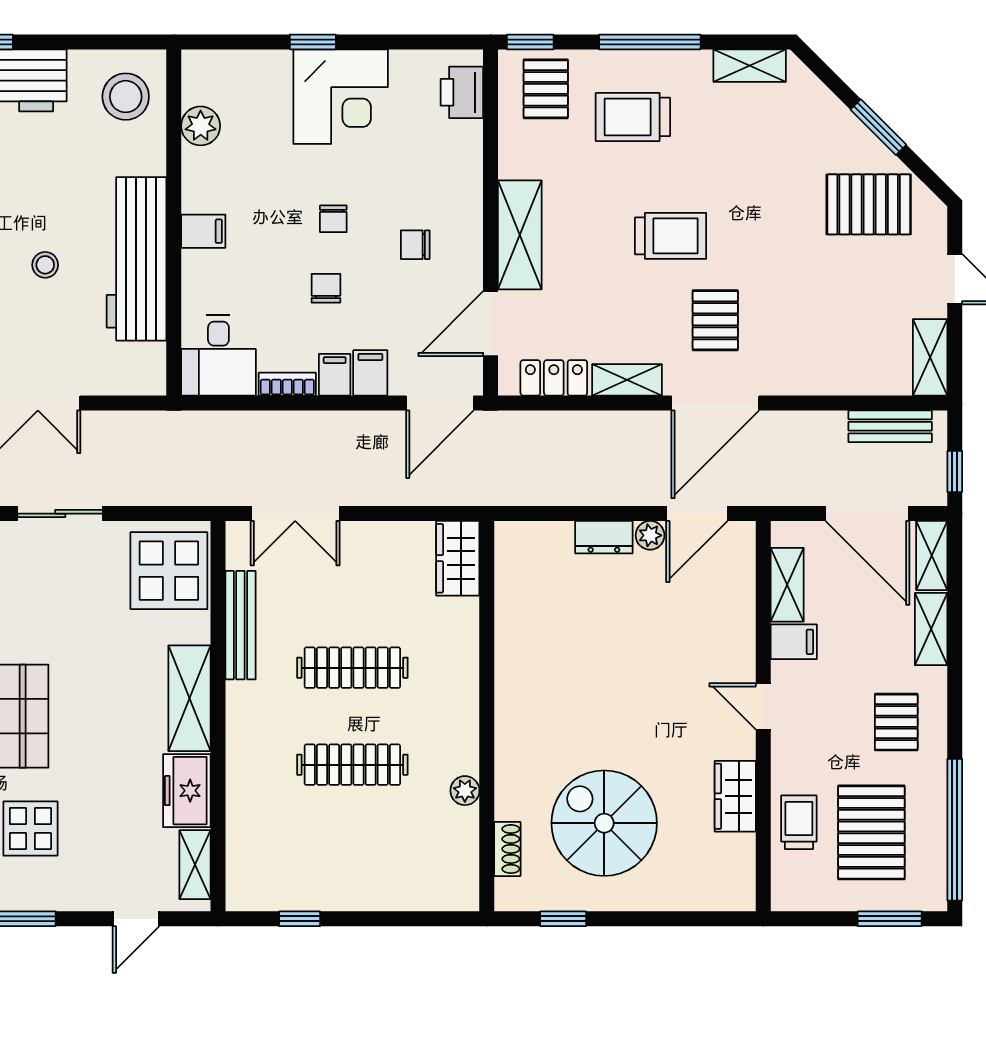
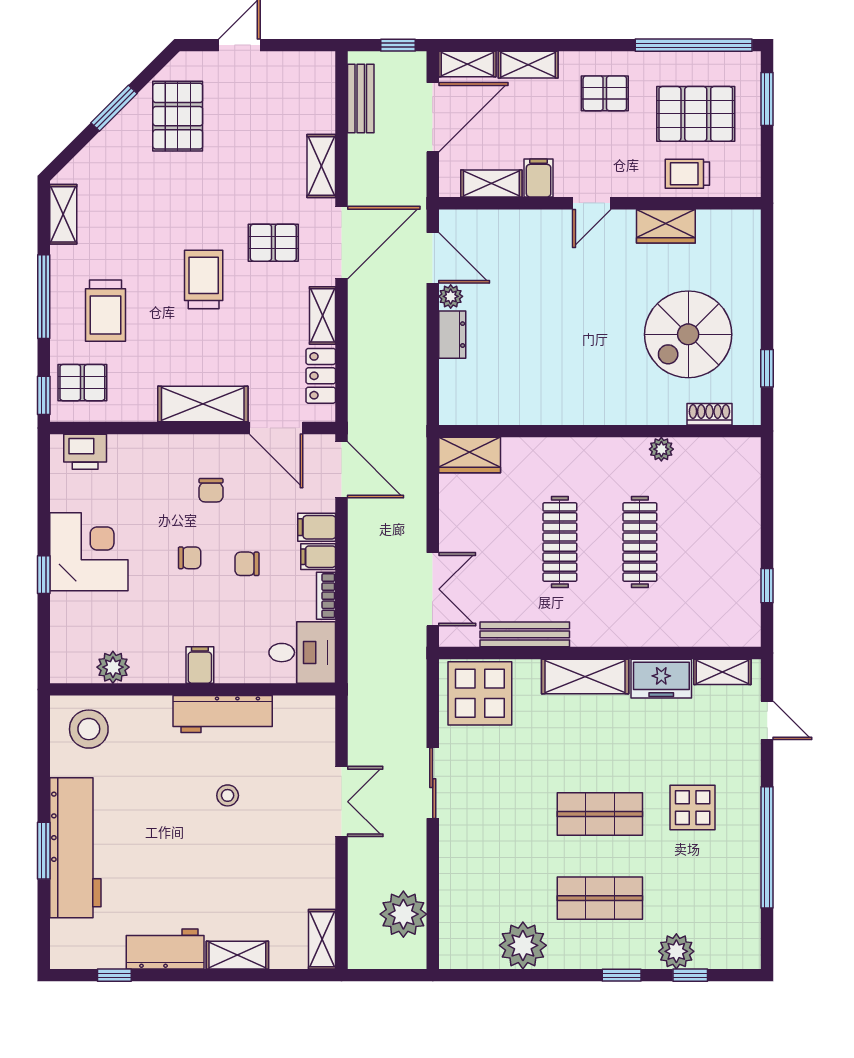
workbench: (137, 259) -> (223, 714), width x0.73, depth x0.76
shelving: (930, 357) -> (321, 166), moved, turned 90
door: (715, 403) -> (342, 243), hinge flipped

